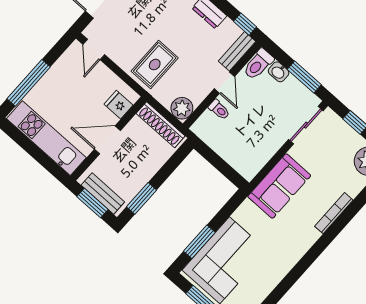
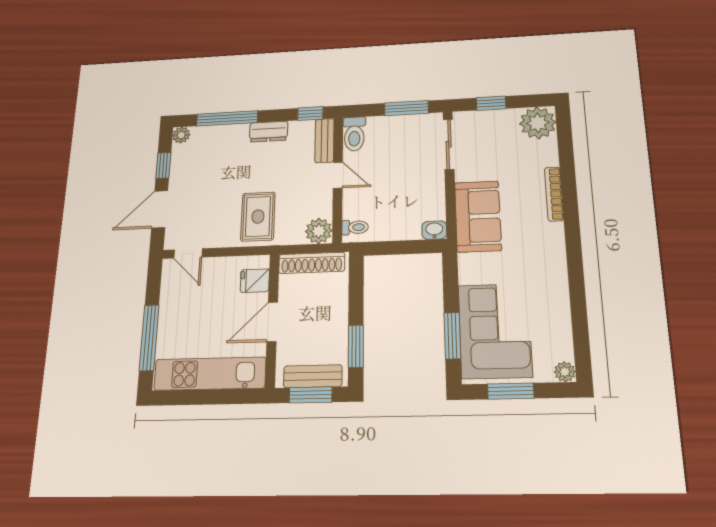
washbasin: (279, 72) -> (434, 230), moved, turned 180
toilet: (219, 110) -> (355, 227), moved

